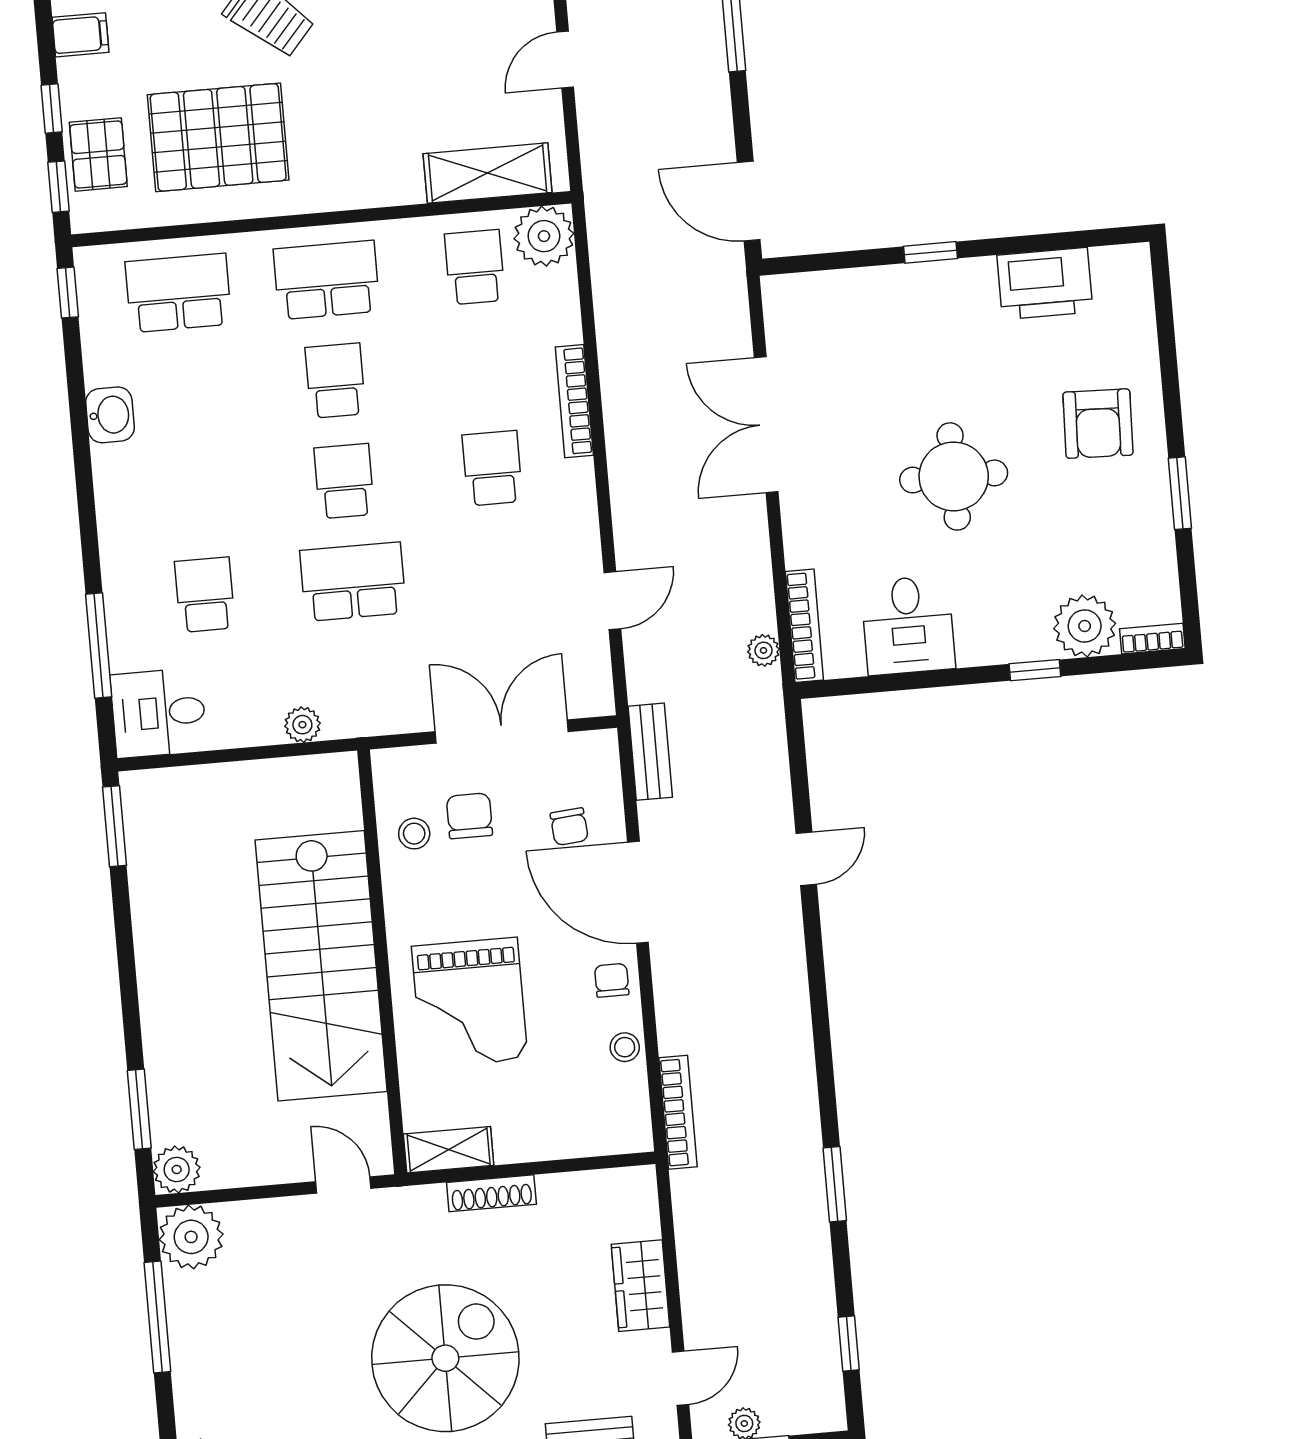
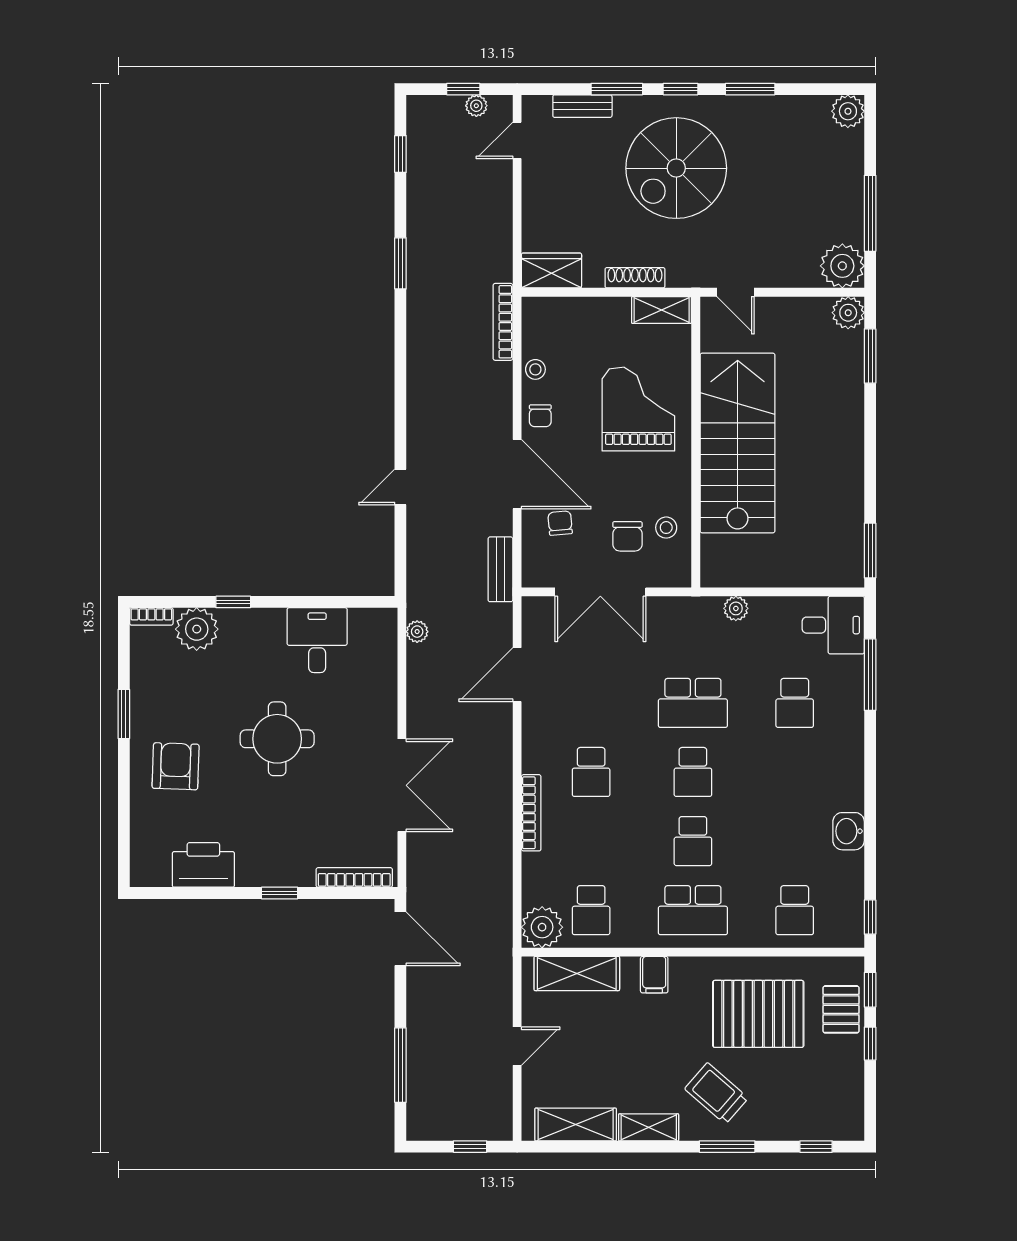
filing cabinet: (80, 35) -> (654, 975), moved, turned -90
school desk: (178, 293) -> (795, 910), width x0.54
door: (612, 601) -> (517, 675), width x1.38
bookcase: (804, 626) -> (354, 877), moved, turned 90
wardrobe: (640, 1286) -> (551, 270), moved, turned -90

